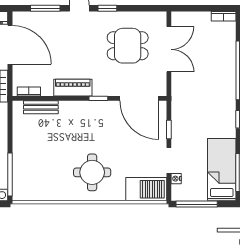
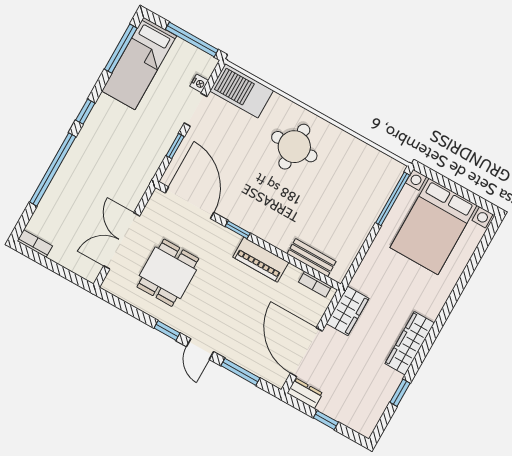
dining table: (128, 46) -> (168, 273), turned 90

